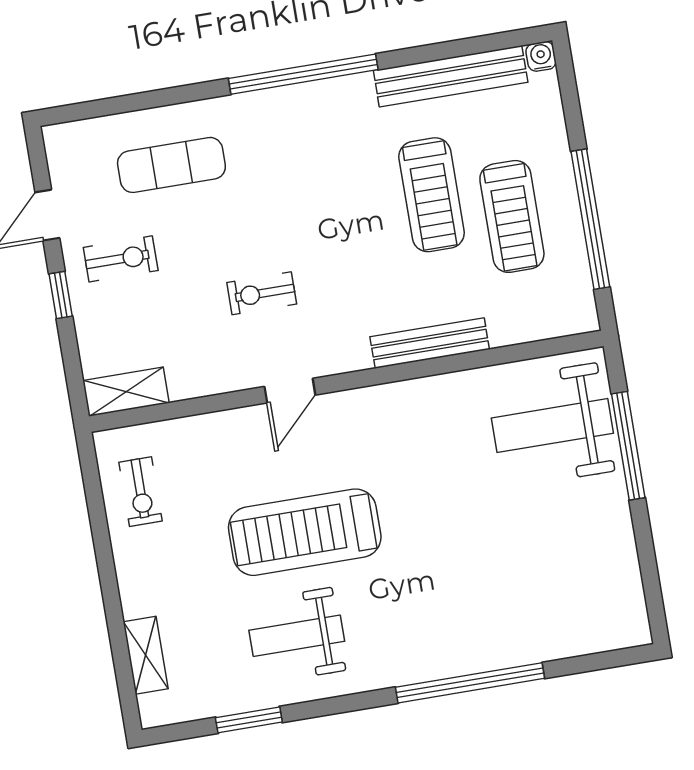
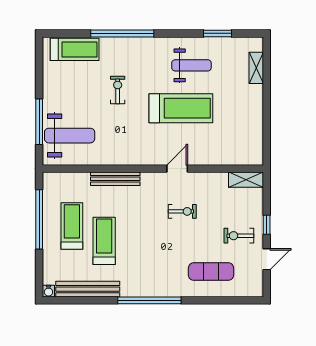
exercise bike: (141, 492) -> (118, 90), moved
treadmill: (574, 627) -> (75, 49), added

